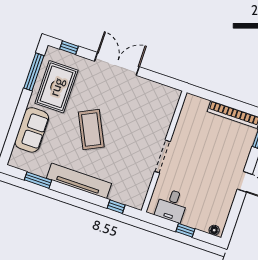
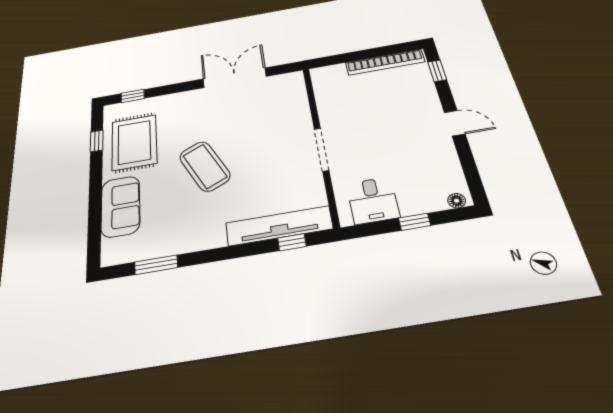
double door: (117, 64) -> (235, 78), moved
window: (34, 72) -> (97, 141), width x0.46
tv unit: (79, 181) -> (279, 226), moved

